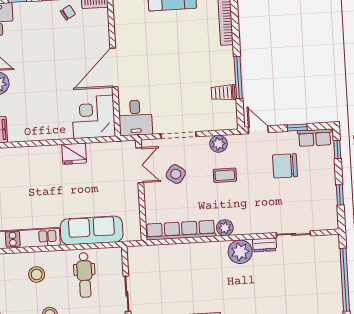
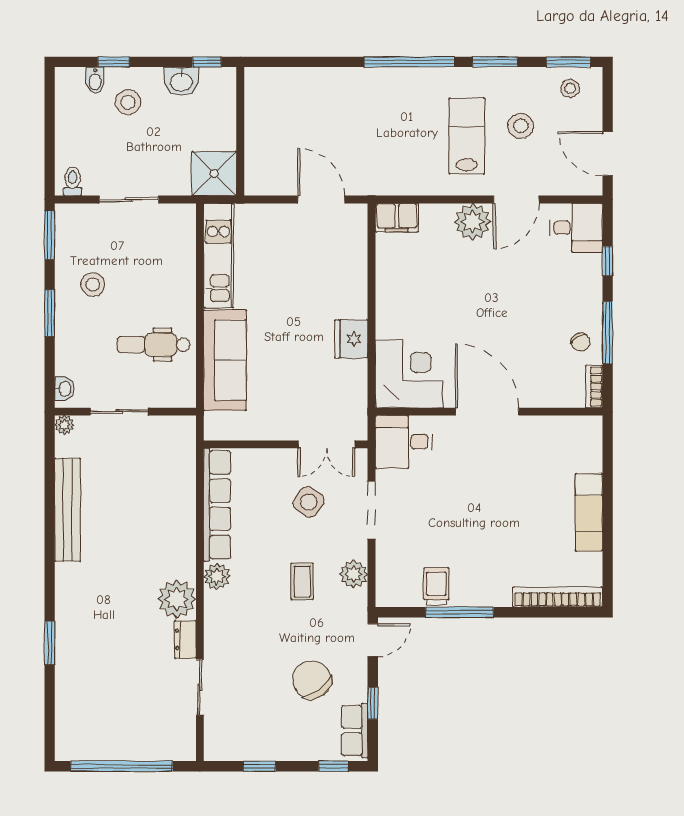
chair: (285, 166) -> (312, 680), turned -37
stool: (37, 274) -> (159, 267), removed

